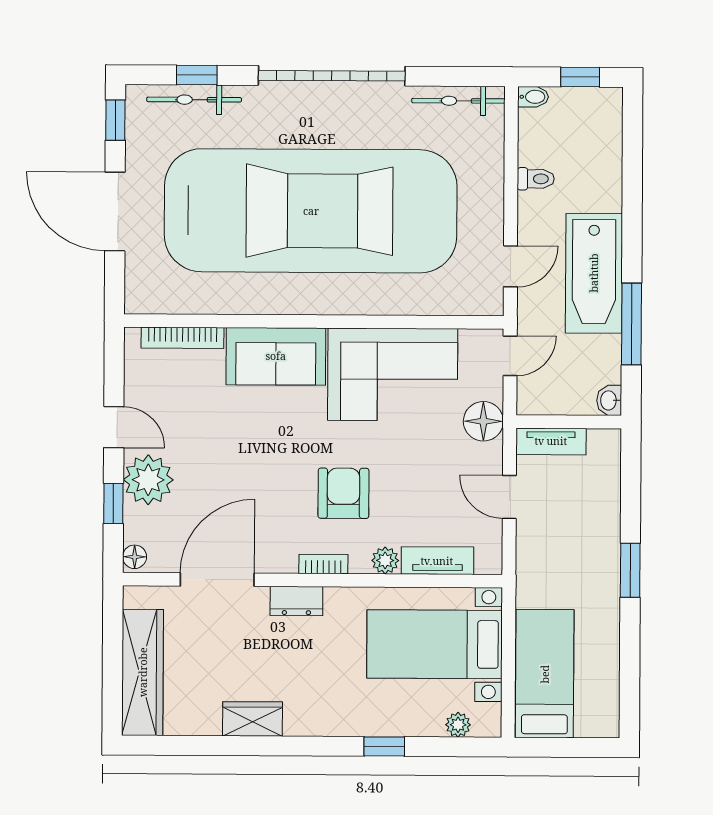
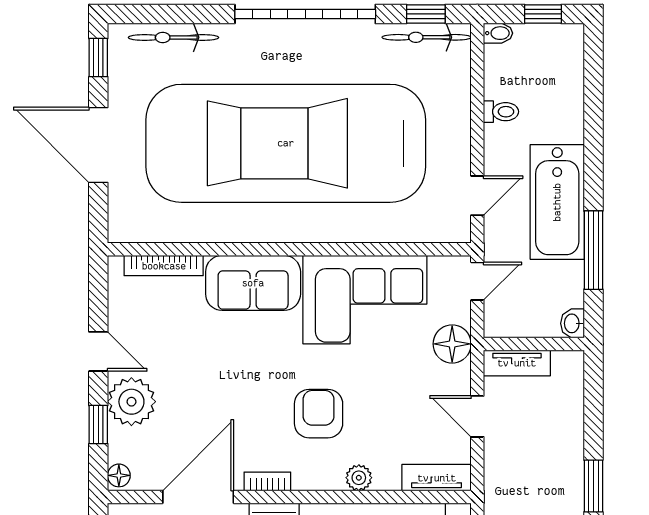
window: (197, 75) -> (426, 14), moved
car: (311, 211) -> (286, 143), turned 180
tv unit: (437, 561) -> (437, 478), moved
bookcase: (323, 564) -> (267, 481), moved

